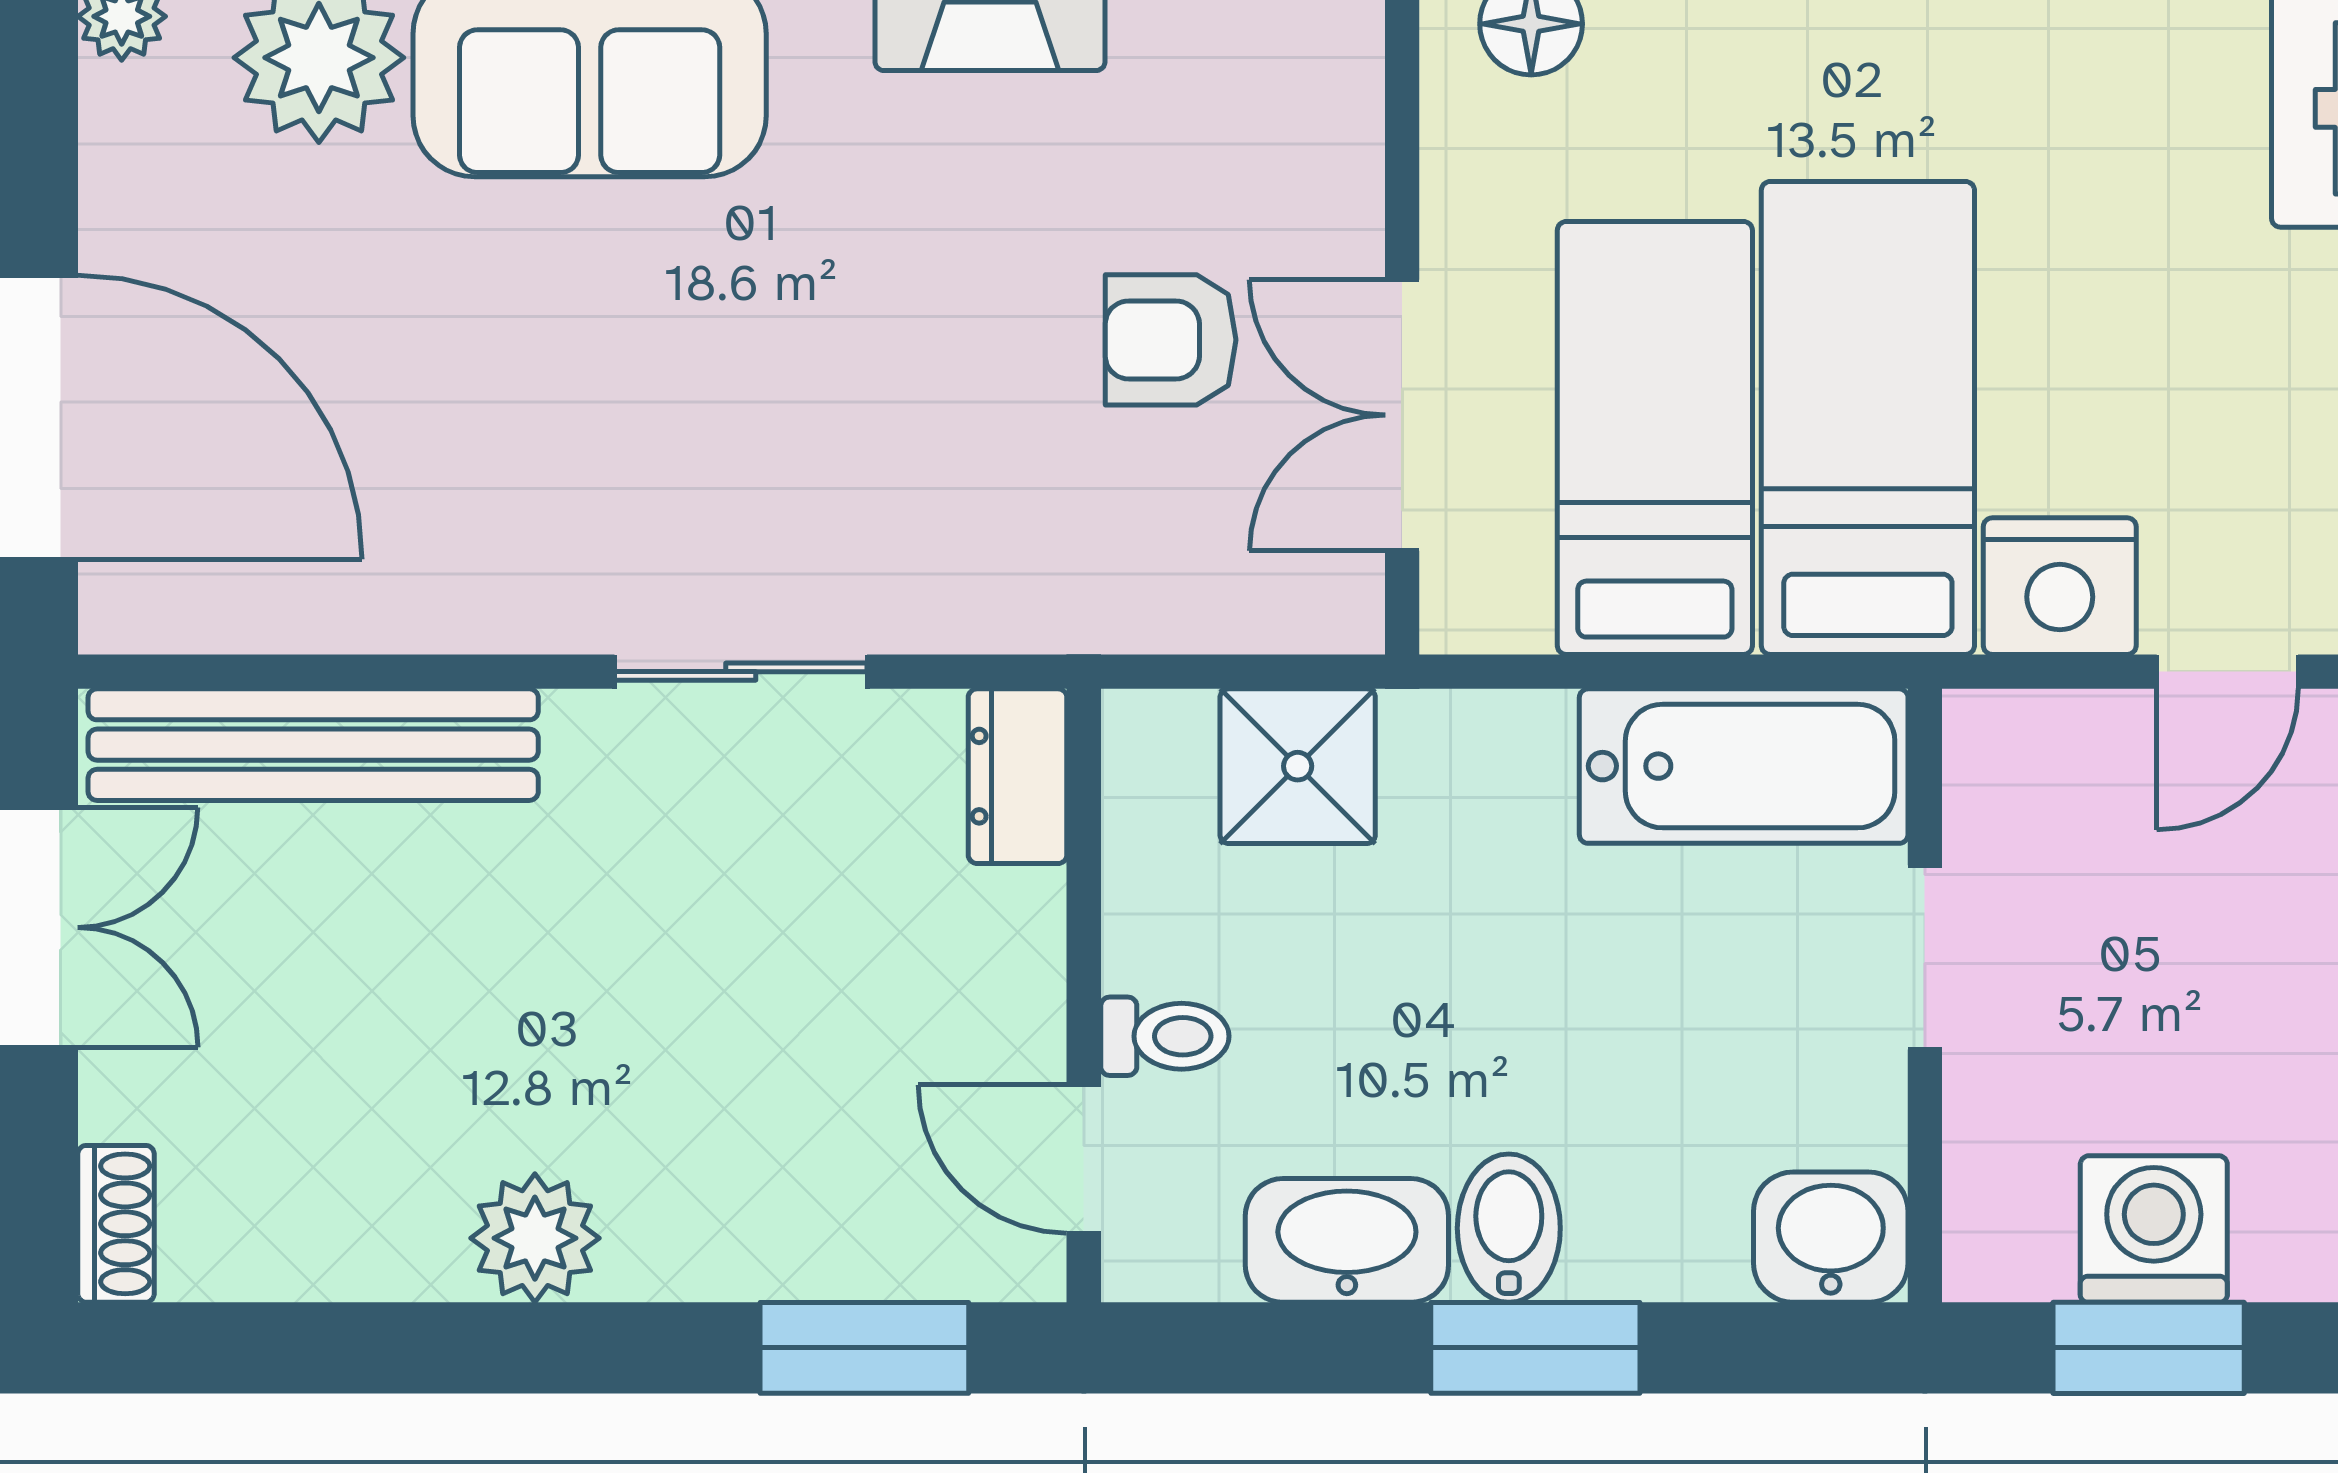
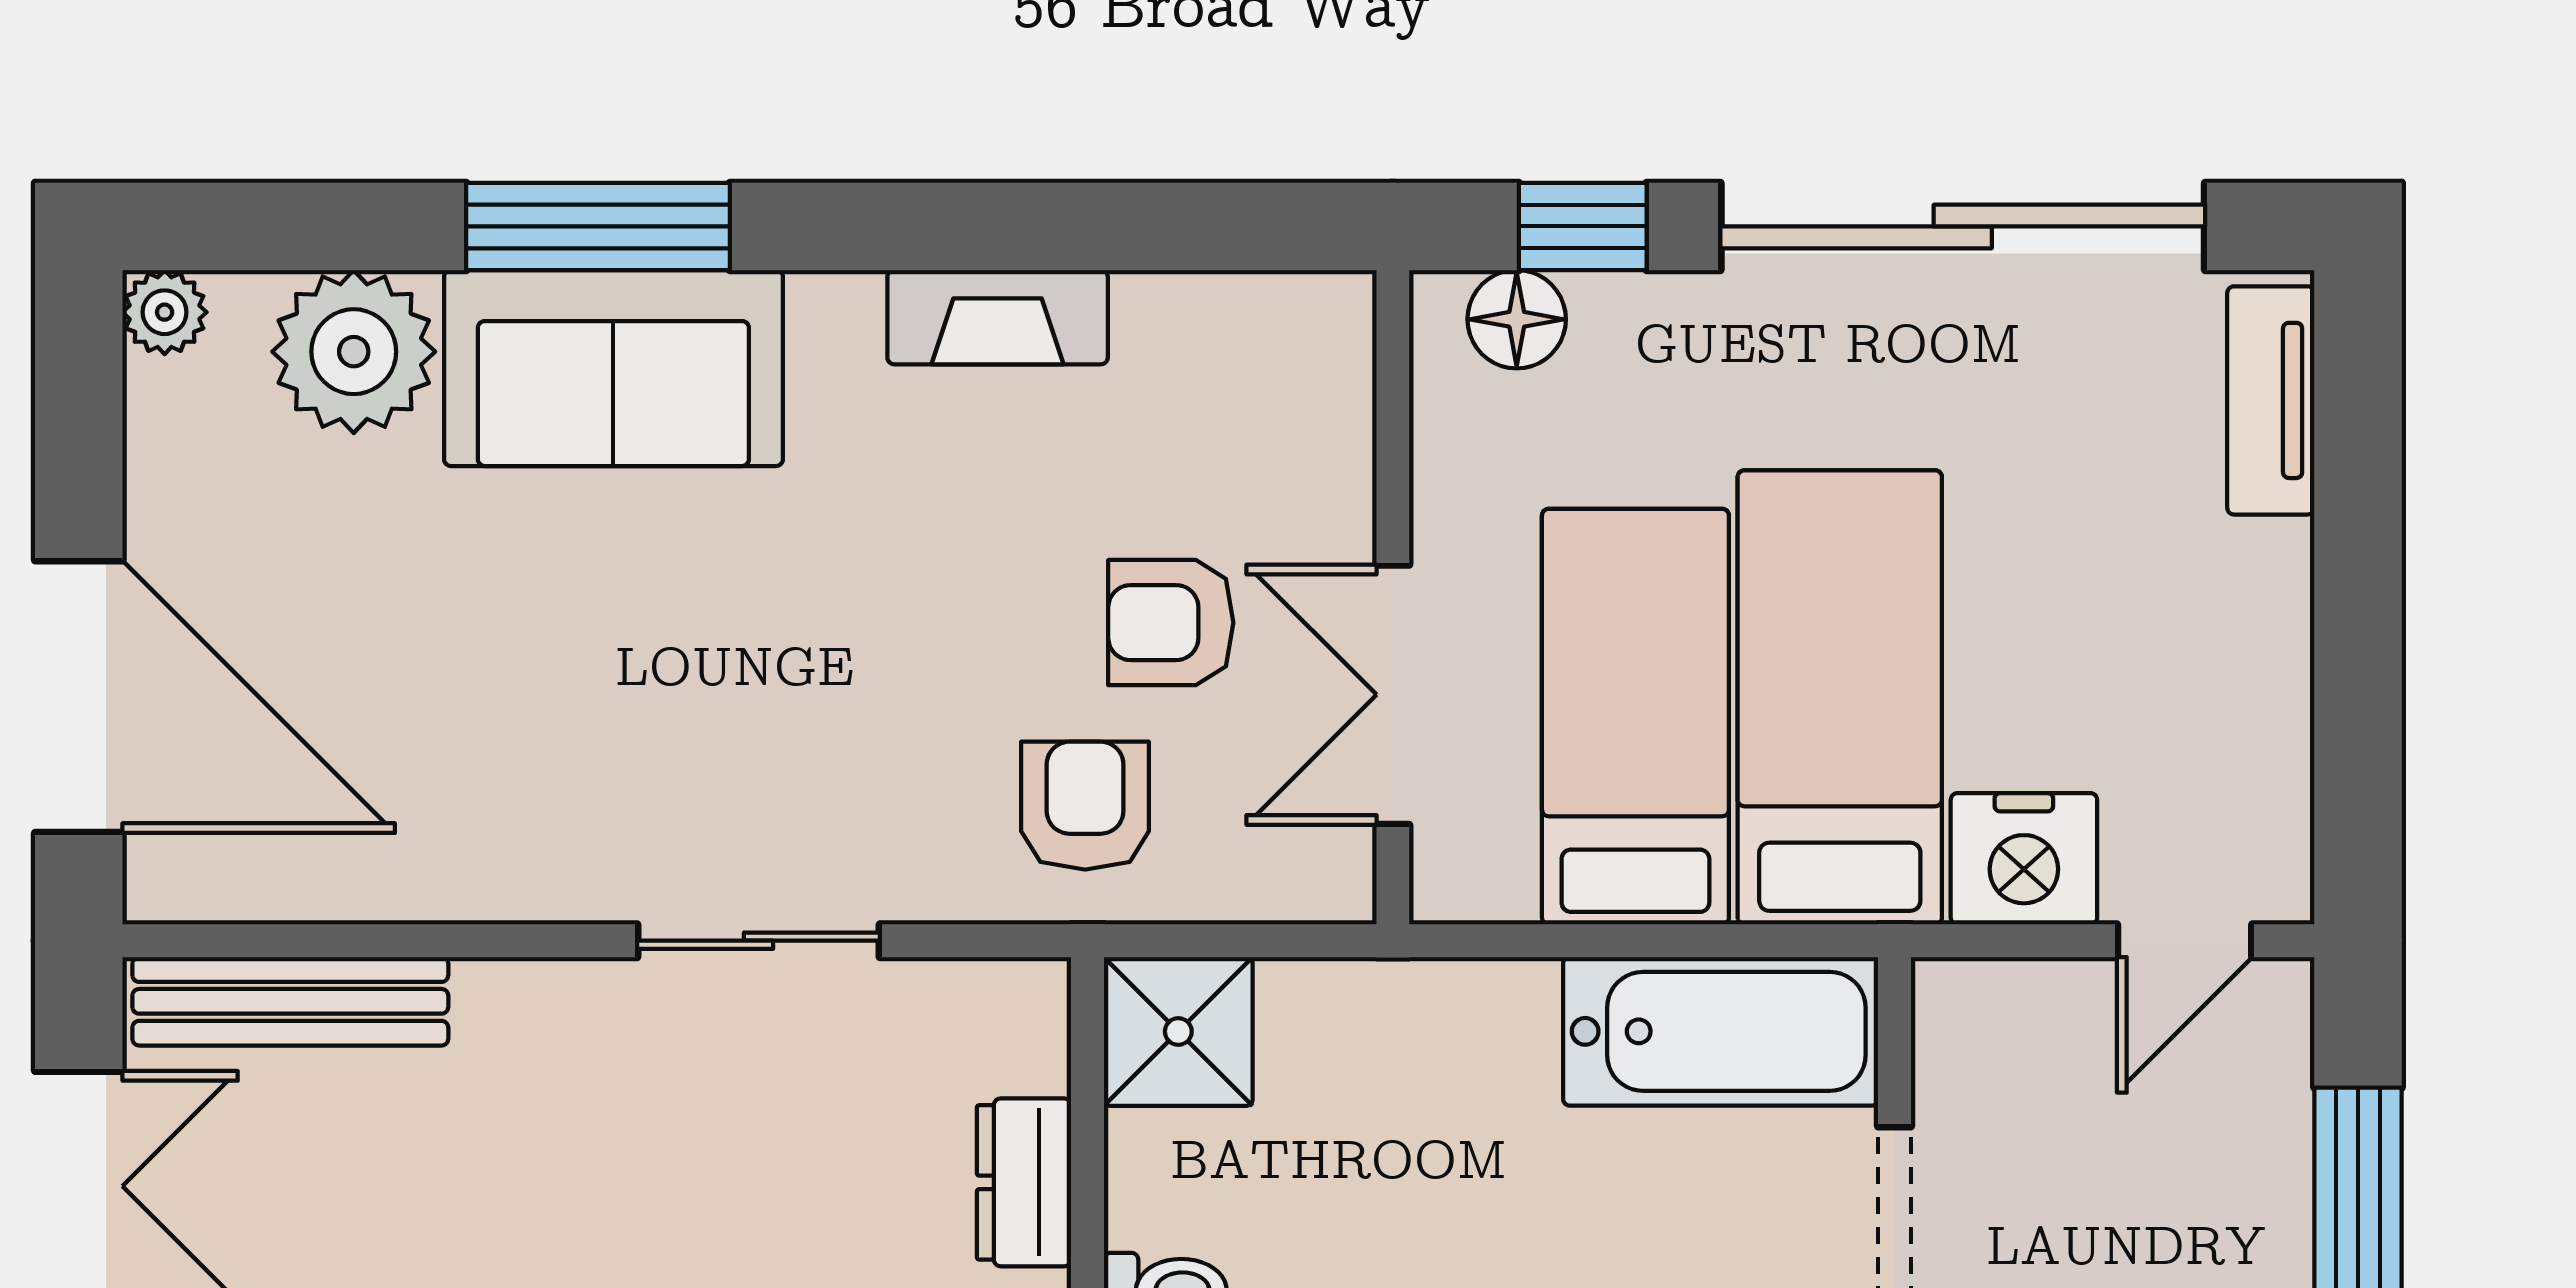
armchair: (1081, 531) -> (1085, 806), added
bench: (313, 745) -> (290, 1001), width x0.73, depth x0.82
shower: (1298, 766) -> (1178, 1031), moved
dresser: (1018, 776) -> (1024, 1182), moved

